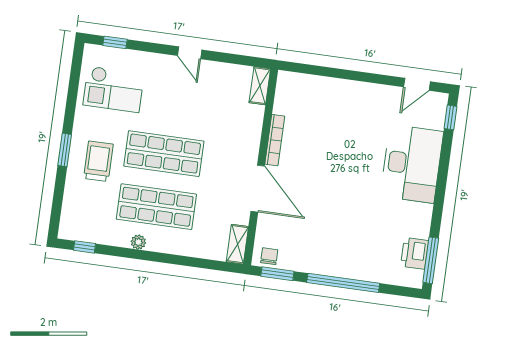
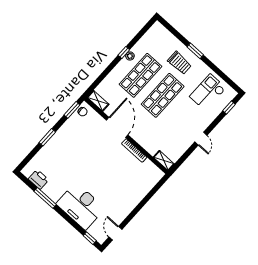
door: (190, 53) -> (201, 139), swing flipped
door: (258, 189) -> (117, 127), swing flipped
window: (84, 247) -> (124, 53), moved
window: (431, 260) -> (45, 198), moved
window: (343, 283) -> (47, 137), width x0.47

